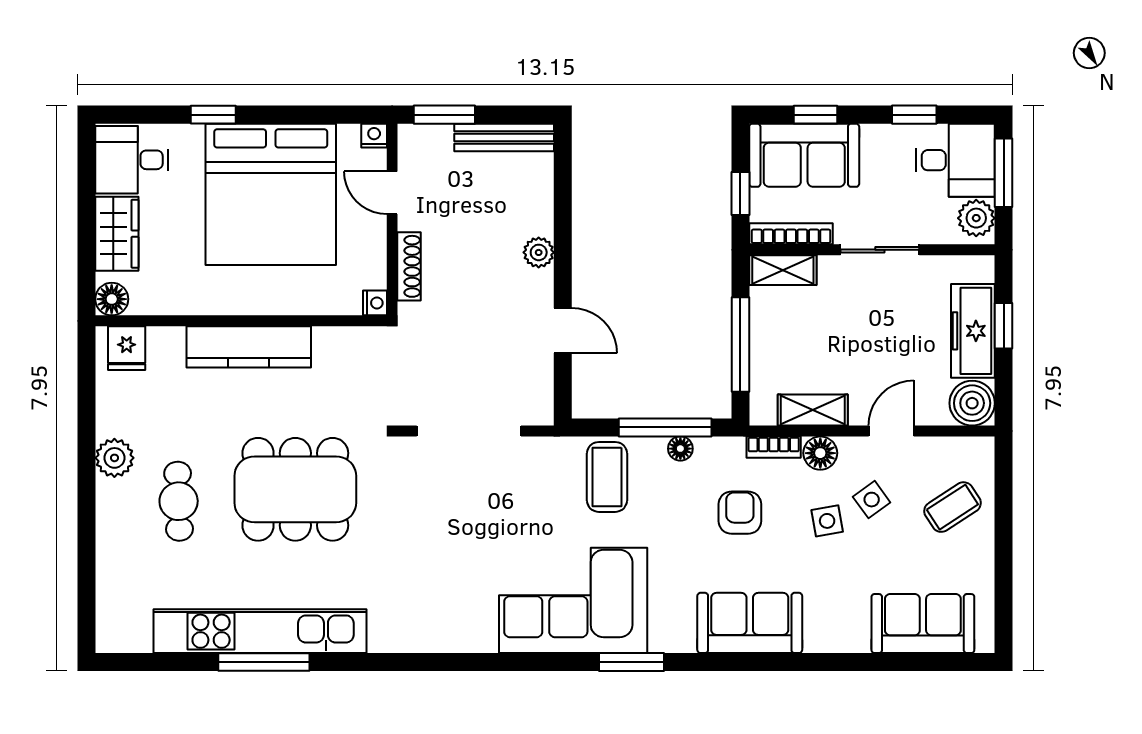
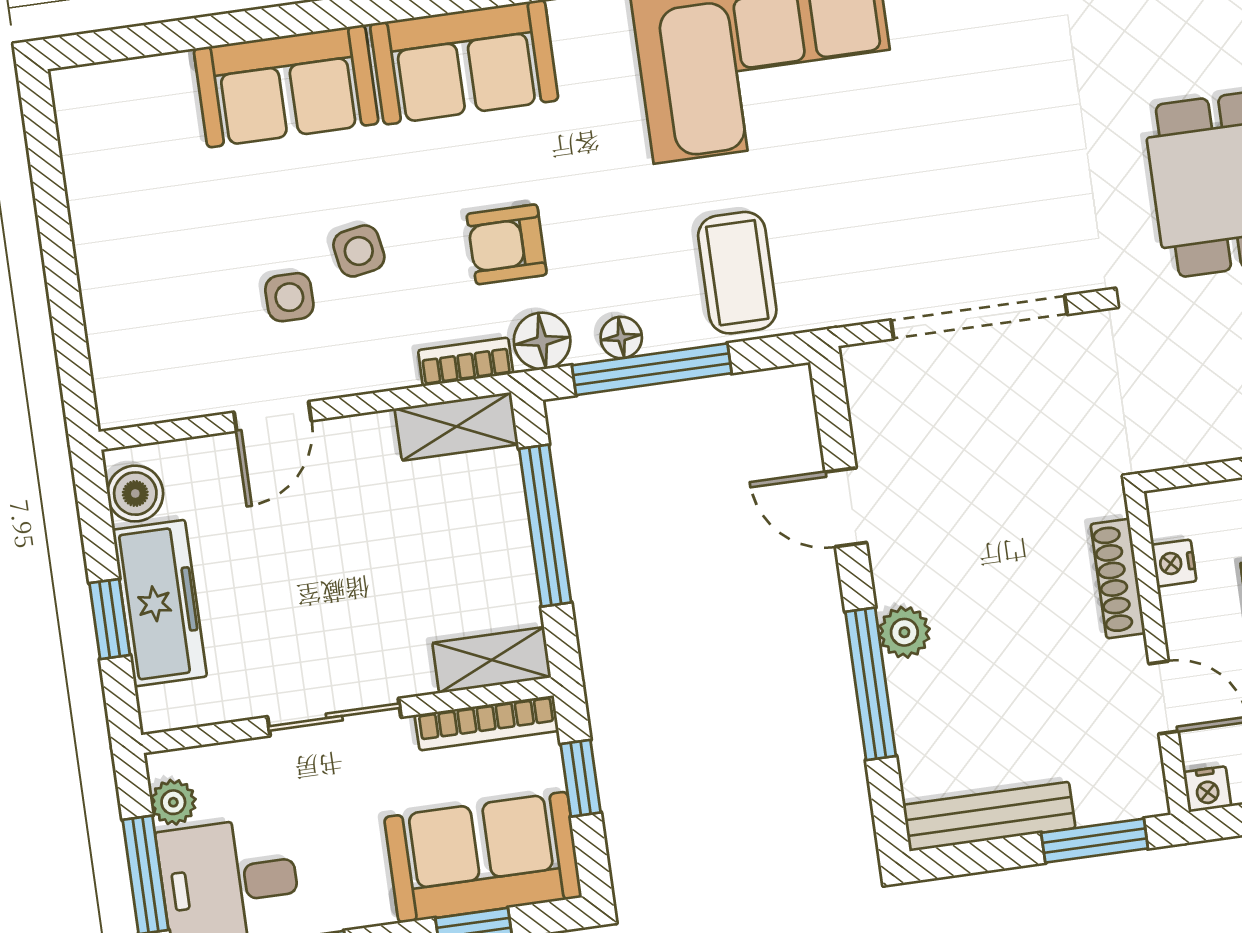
plant: (976, 218) -> (173, 802), width x0.73, depth x0.73
window: (563, 225) -> (871, 684), added
nightstand: (375, 303) -> (1174, 563), moved
boiler: (972, 403) -> (135, 494), width x0.73, depth x0.73
shelving: (813, 410) -> (457, 426), moved
floor lamp: (820, 453) -> (542, 341), moved
side table: (872, 500) -> (289, 297), turned 36
coffee table: (952, 507) -> (152, 304), removed
armchair: (740, 513) -> (507, 244), turned 90
sofa: (923, 624) -> (286, 86), moved

